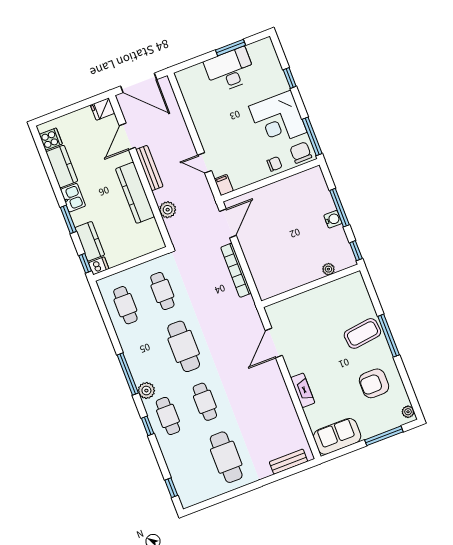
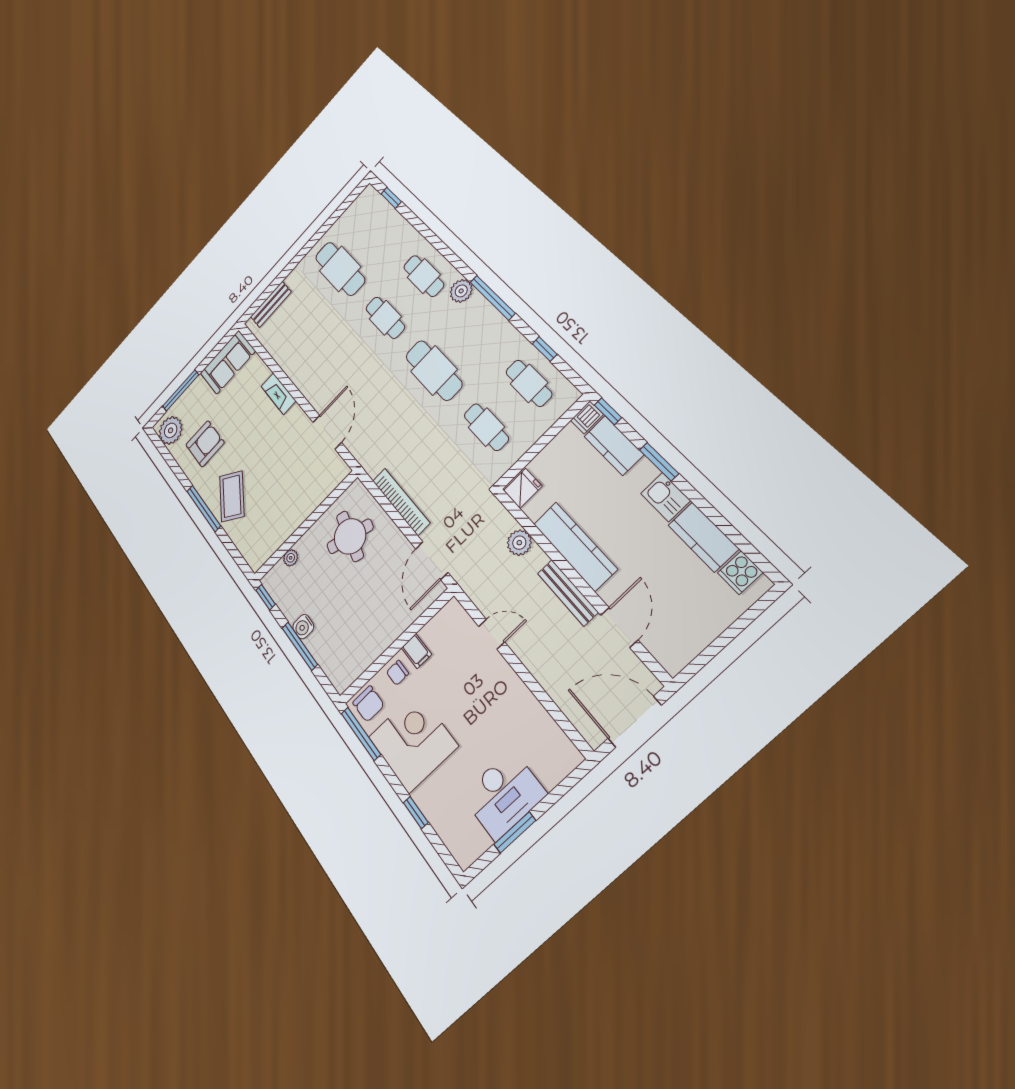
fridge: (103, 109) -> (523, 488), moved
filing cabinet: (224, 185) -> (416, 651), moved
round table: (280, 264) -> (350, 536), added
coffee table: (362, 333) -> (232, 496), turned -49
plant: (408, 412) -> (171, 430), width x1.87, depth x1.87
window: (148, 426) -> (545, 349), moved

